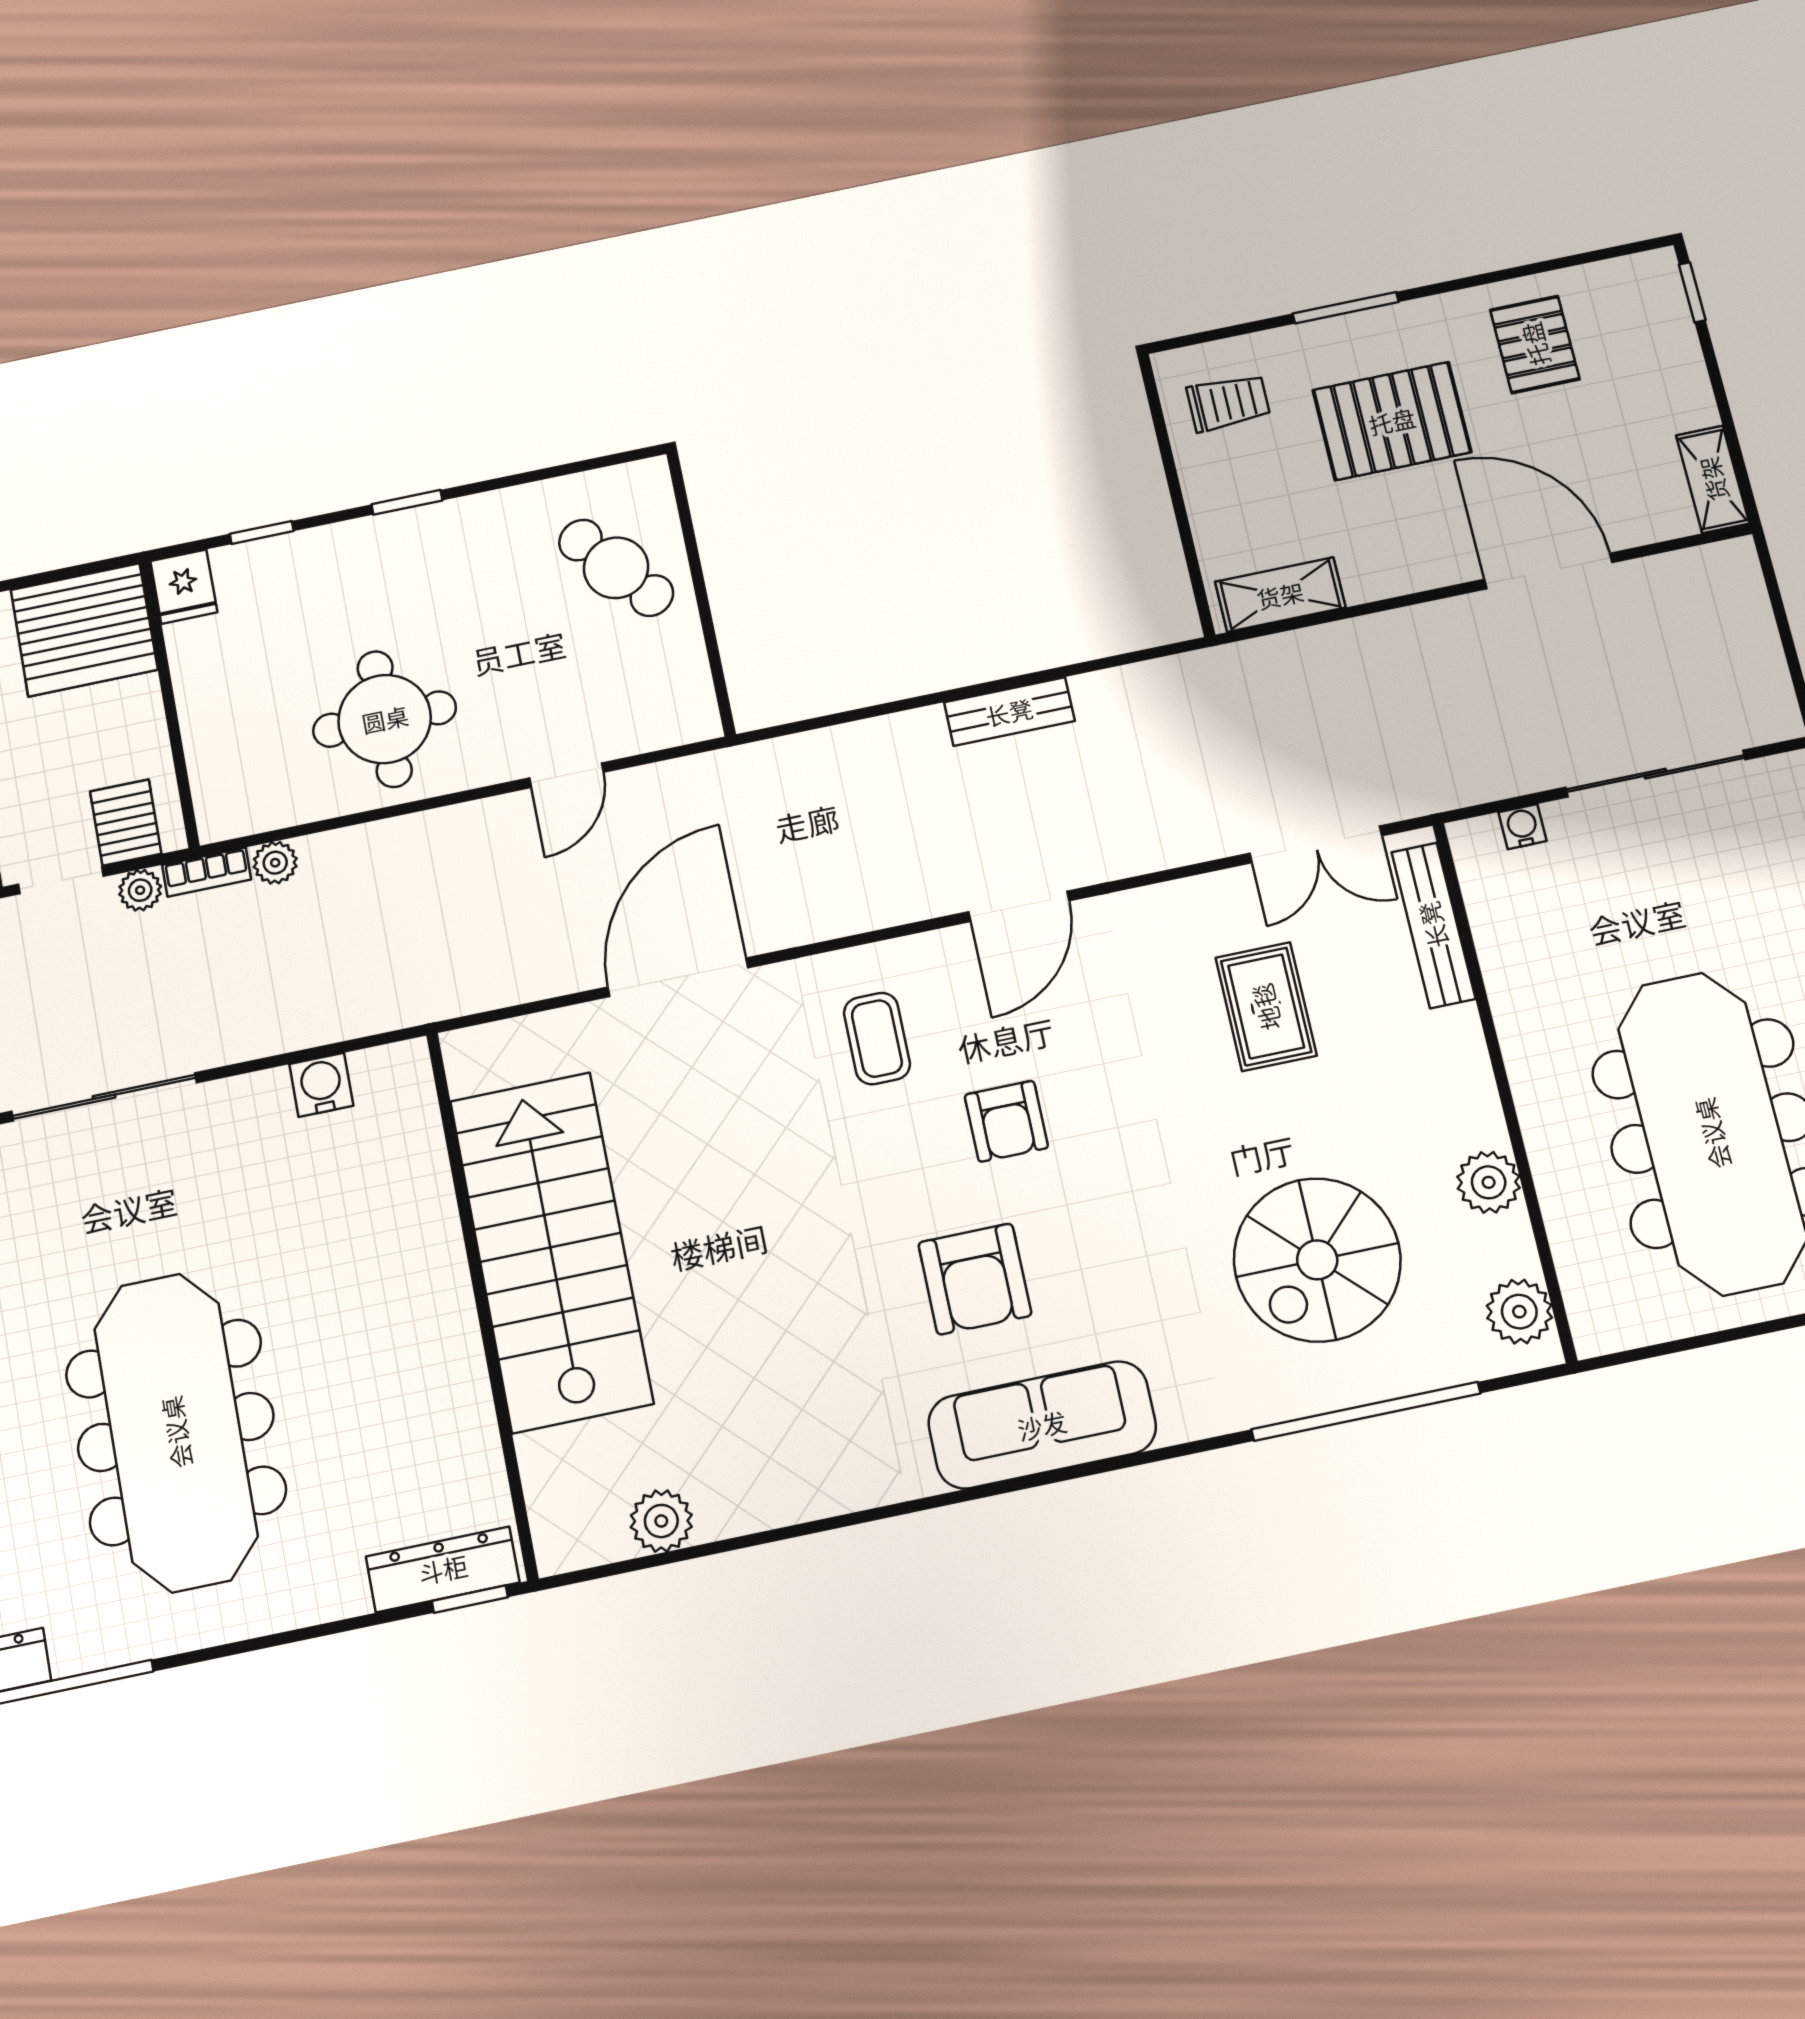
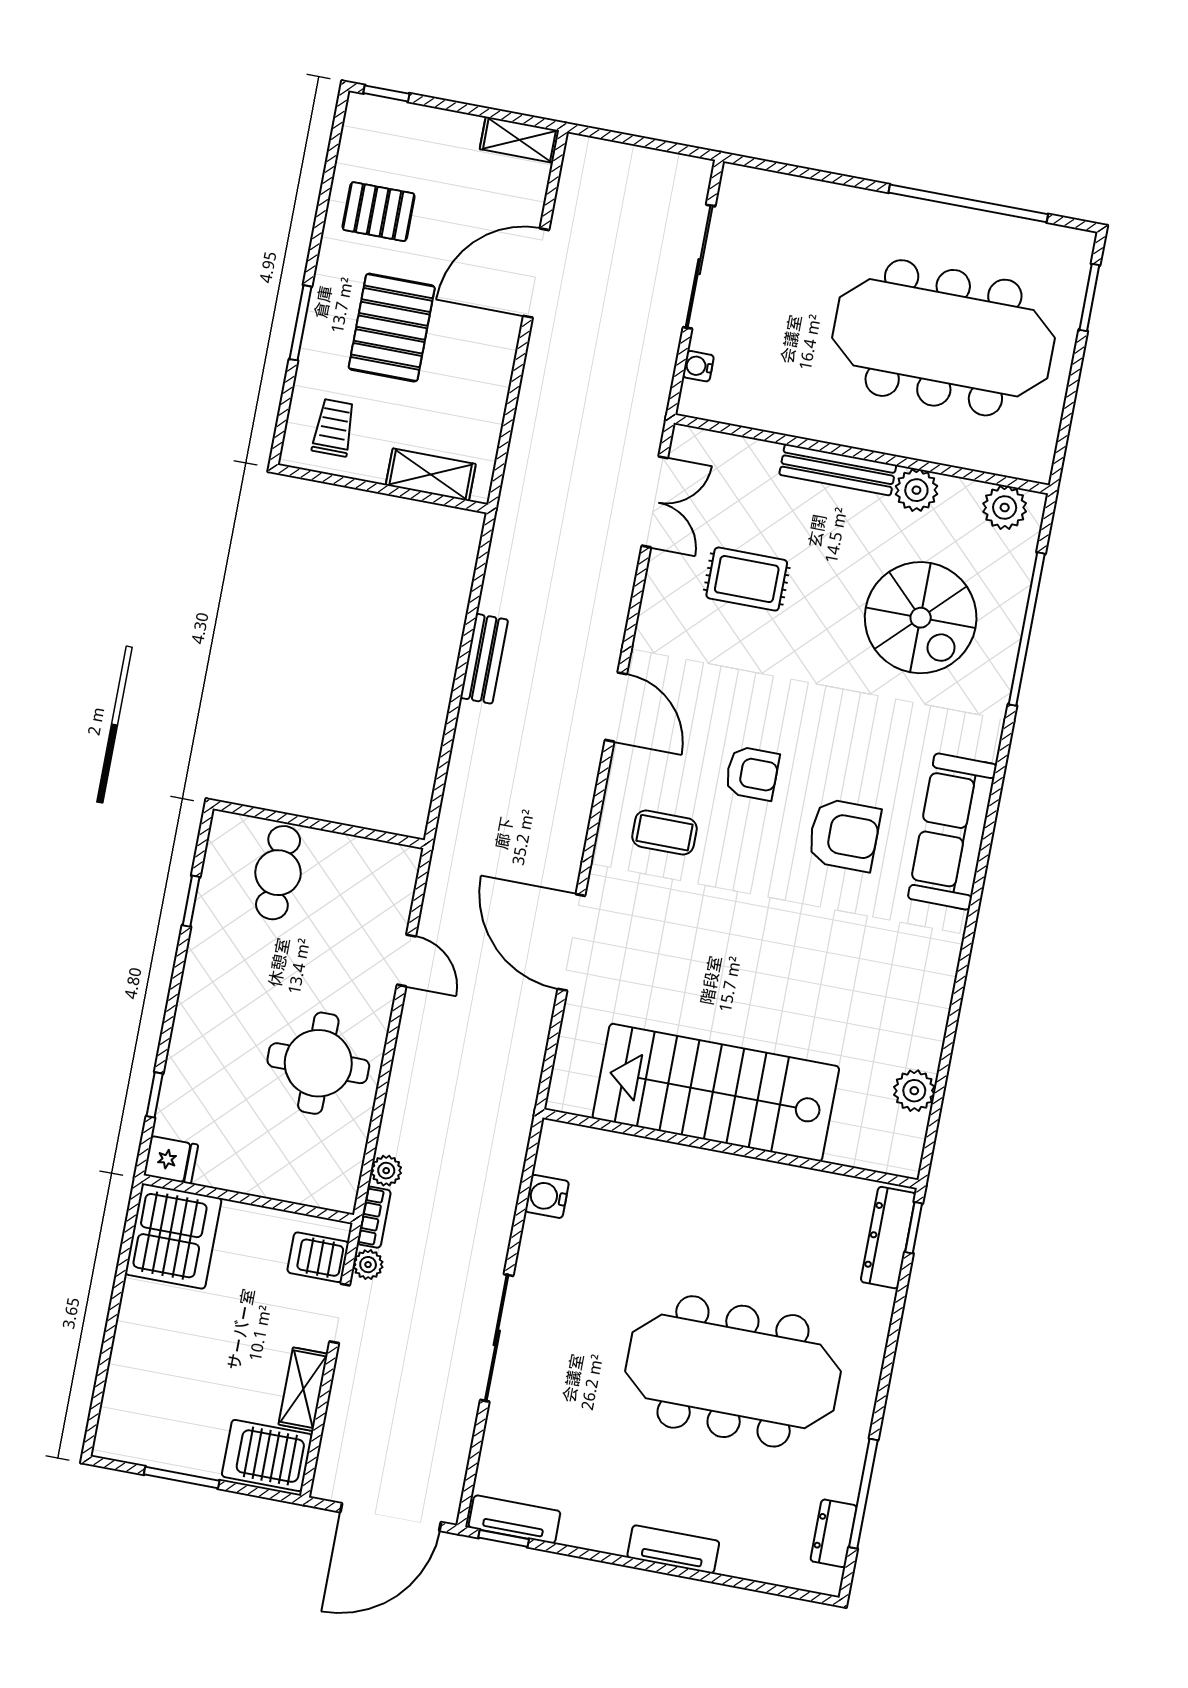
window: (407, 502) -> (191, 901), moved
cafe table: (616, 568) -> (278, 873), turned -51
shelving: (1280, 595) -> (431, 475), moved, turned 90
bench: (1433, 925) -> (838, 470), moved

